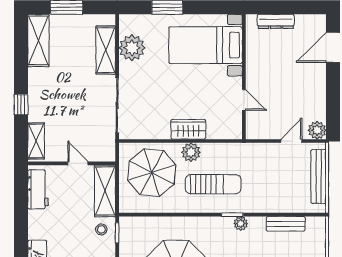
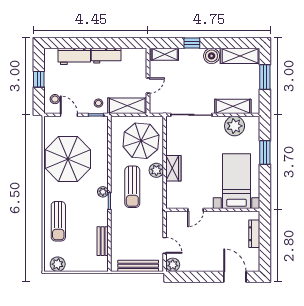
boiler: (38, 78) -> (212, 56), added
workbench: (38, 189) -> (106, 56), moved
plant: (241, 223) -> (103, 192), moved

